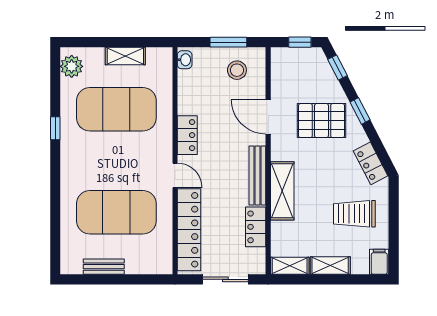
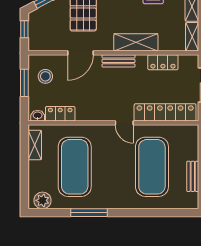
shelving: (125, 56) -> (35, 145), moved
window: (55, 128) -> (89, 213), width x2.17
locker: (187, 135) -> (60, 114), moved
door: (175, 175) -> (124, 123), swing flipped
bench: (257, 176) -> (118, 61), width x0.73

